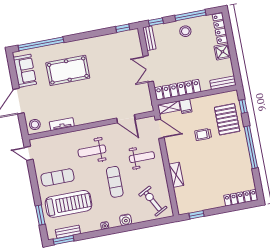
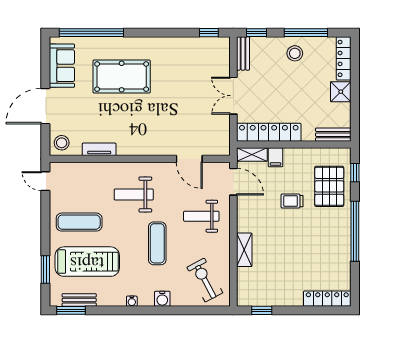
weight bench: (142, 157) -> (201, 216), turned 180

